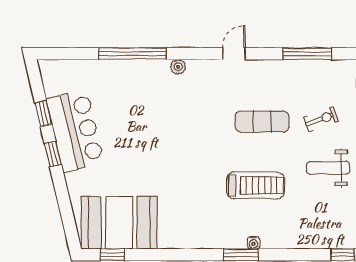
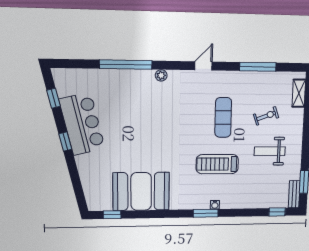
window: (43, 113) -> (54, 98), moved
exercise mat: (262, 122) -> (223, 117), turned 90
treadmill: (255, 185) -> (217, 164), turned 180
booth: (119, 223) -> (141, 191), moved

